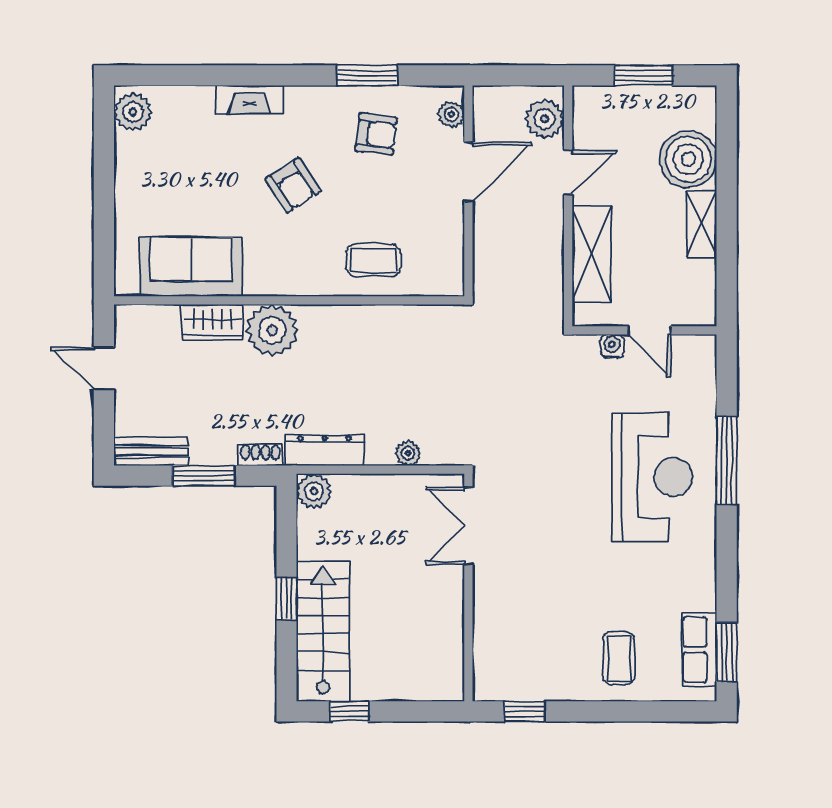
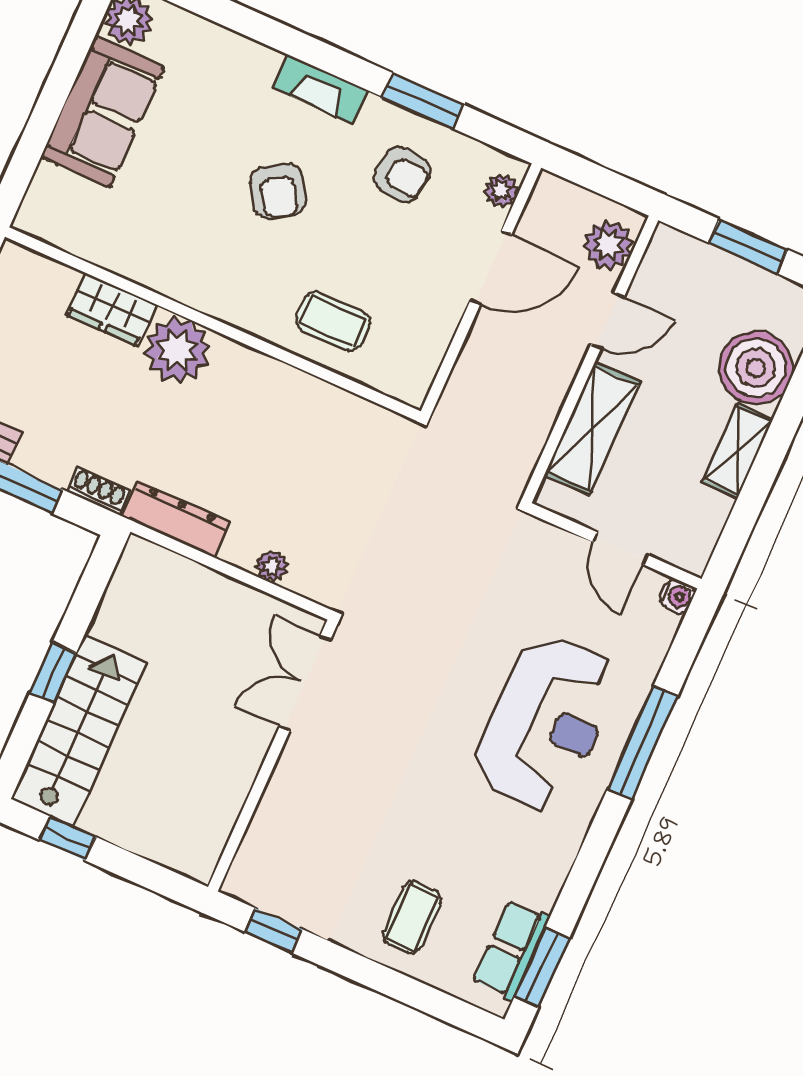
fireplace: (249, 100) -> (320, 89), moved
sofa: (191, 267) -> (103, 112), moved, turned 90
water cooler: (612, 346) -> (677, 596), moved, turned 90
plant: (314, 491) -> (142, 561), removed

